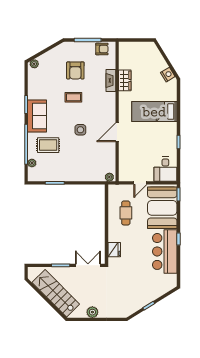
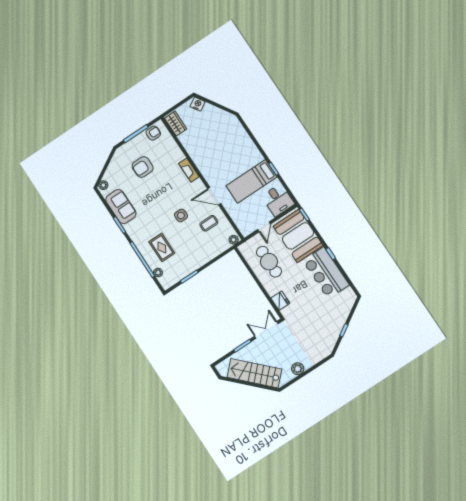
armchair: (75, 70) -> (143, 167), turned 90
nightstand: (168, 75) -> (198, 104), moved
fireplace: (111, 80) -> (189, 170), moved
wardrobe: (125, 80) -> (176, 124), moved
coffee table: (73, 97) -> (209, 223), moved
bed: (154, 112) -> (251, 181), moved
sofa: (37, 116) -> (121, 207), moved
door: (117, 132) -> (214, 196), hinge flipped
rug: (48, 145) -> (162, 247), turned 90
cafe table: (126, 213) -> (269, 262), width x1.37, depth x1.35

